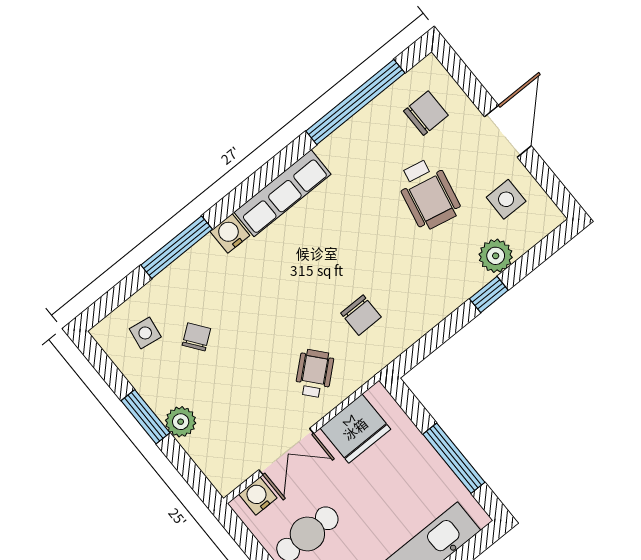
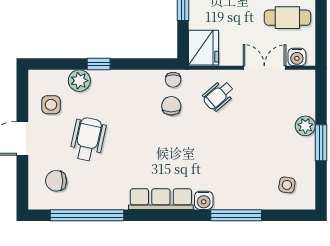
chair: (196, 337) -> (173, 80), moved, turned -53
fridge: (355, 429) -> (204, 48), moved, turned 90

